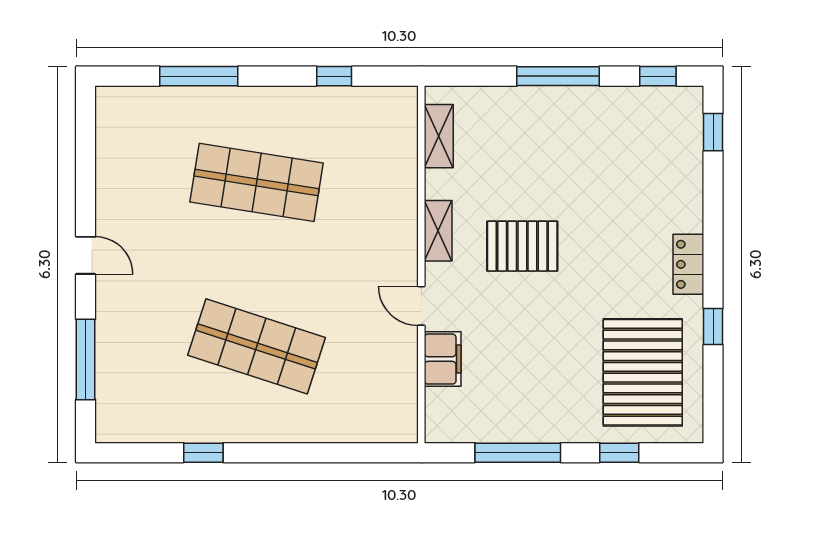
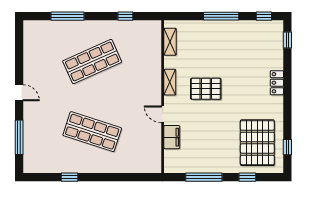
shop shelf: (257, 182) -> (92, 62), turned -33
locker: (688, 264) -> (277, 83), moved
window: (713, 326) -> (287, 147), moved

